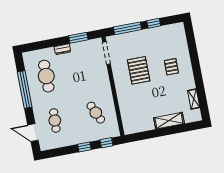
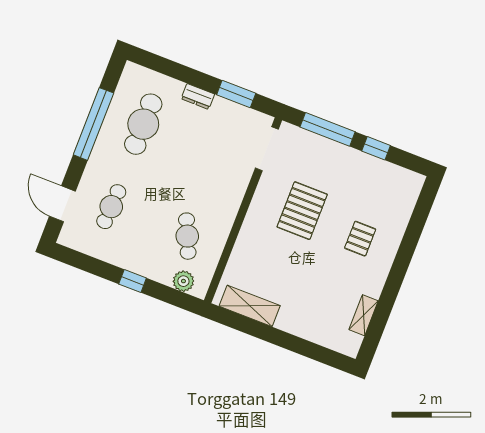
shelving: (169, 121) -> (250, 306), moved
plant: (106, 133) -> (183, 281), added
window: (106, 143) -> (174, 297), removed

